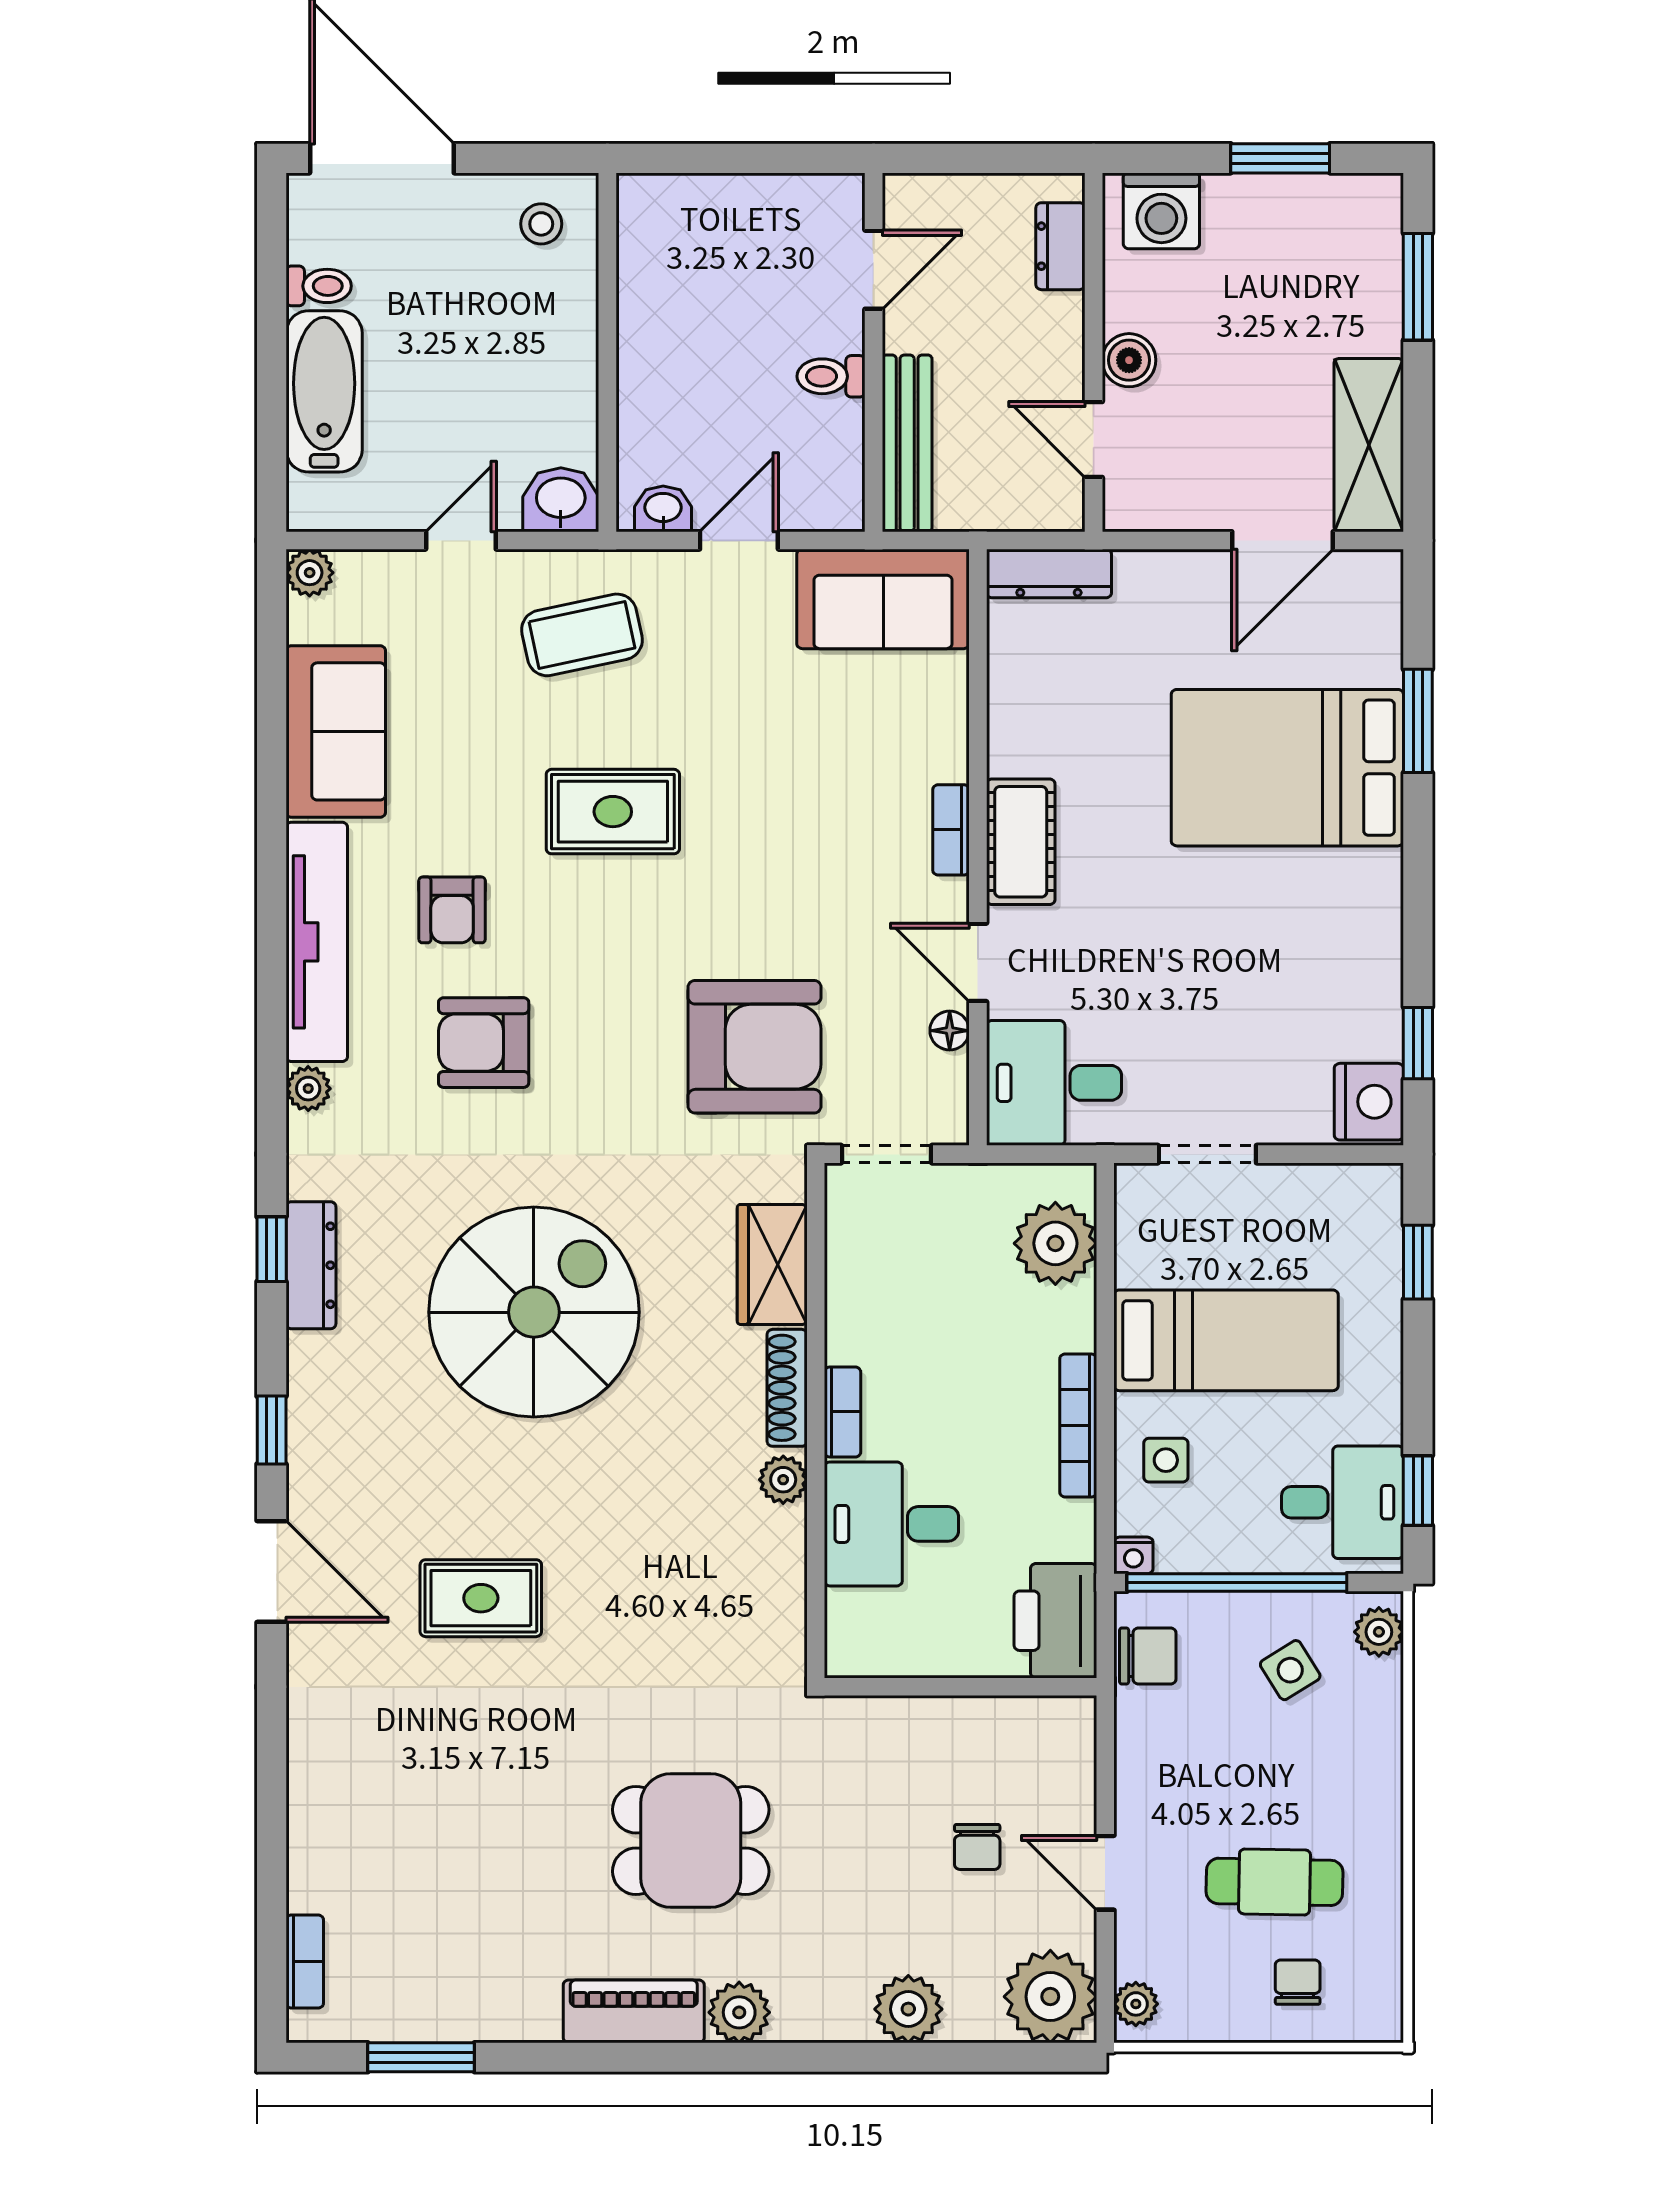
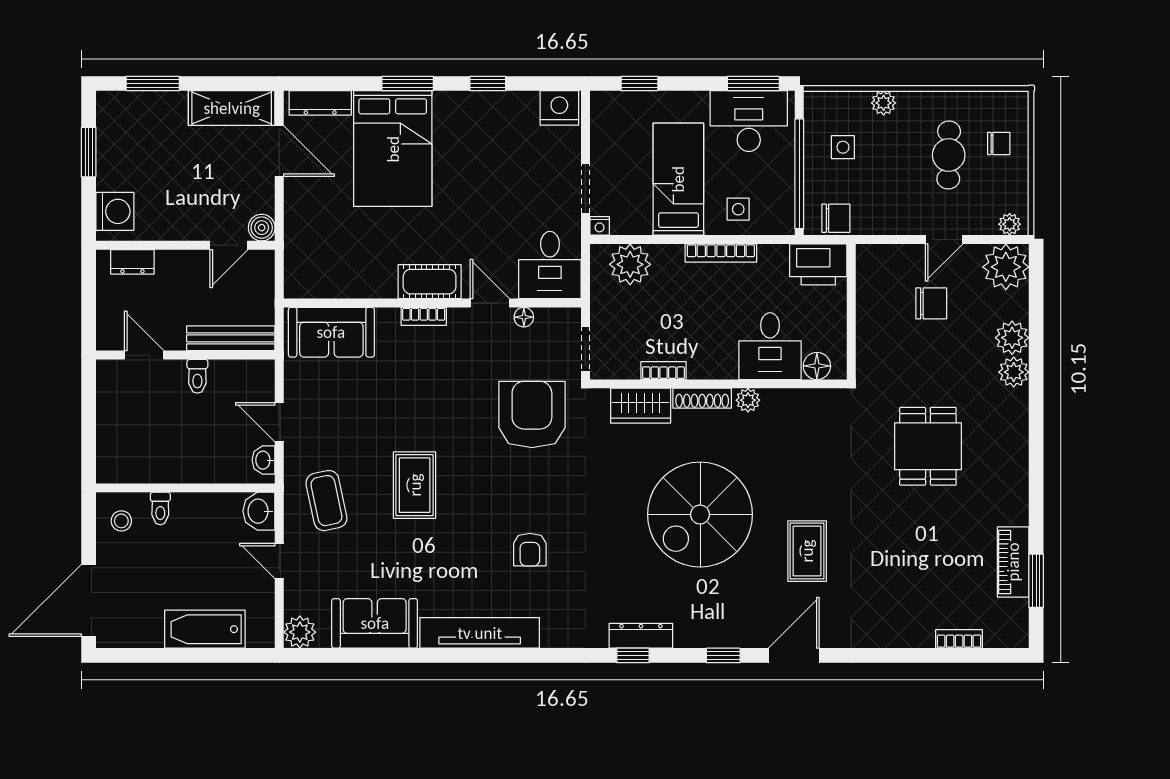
toilet: (319, 286) -> (160, 508), moved, turned 180
boiler: (1129, 360) -> (262, 228), moved
plant: (310, 573) -> (300, 632), width x1.38, depth x1.38
dresser: (1049, 574) -> (320, 103), moved, turned 90
sofa: (883, 599) -> (331, 332), moved, turned 90
window: (1418, 721) -> (408, 83), moved
armchair: (452, 910) -> (464, 565), removed
door: (978, 962) -> (490, 303), swing flipped
armchair: (484, 1043) -> (530, 550), width x0.72, depth x0.72
window: (1418, 1043) -> (488, 83), moved
plant: (308, 1089) -> (553, 637), removed
spiral stairs: (534, 1312) -> (700, 515), moved, turned -90
bookcase: (843, 1412) -> (663, 371), moved
window: (1418, 1491) -> (753, 83), width x1.50
desk: (1343, 1502) -> (749, 121), width x1.37
nightstand: (1133, 1555) -> (600, 226), moved, turned 90
floor lamp: (852, 1618) -> (817, 366), added
plant: (1379, 1632) -> (884, 103), moved
chair: (1148, 1656) -> (836, 218), turned 90
side table: (1290, 1670) -> (843, 147), turned 32
chair: (977, 1847) -> (931, 303), width x1.37, depth x1.37
bookcase: (305, 1962) -> (959, 639), moved
chair: (1298, 1982) -> (999, 143), turned 180
piano: (634, 2011) -> (1013, 562), moved
plant: (739, 2012) -> (1014, 372), moved

